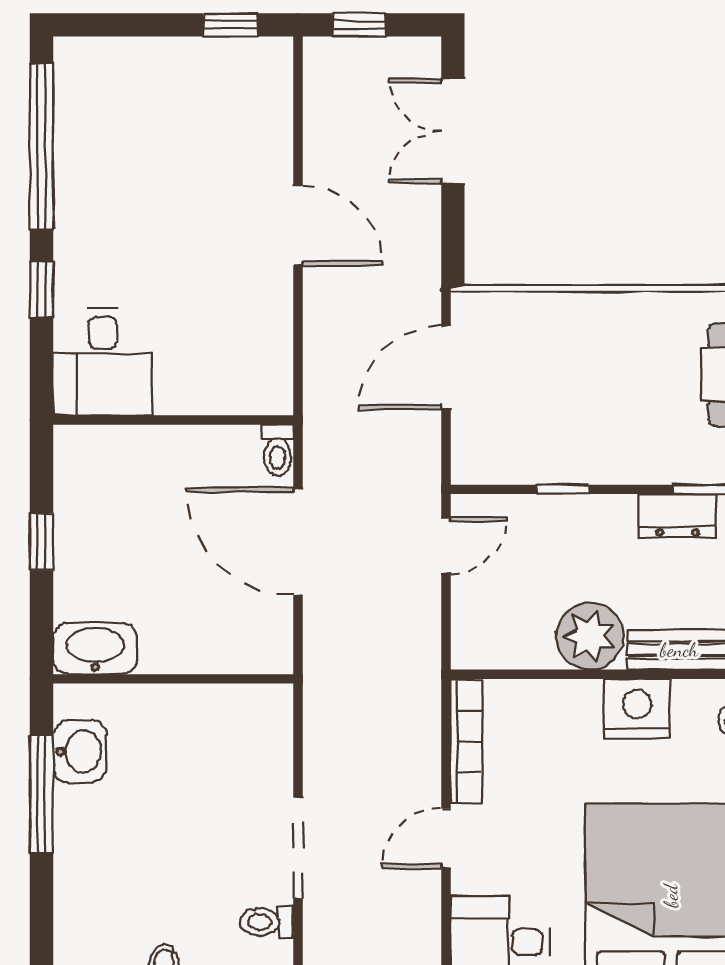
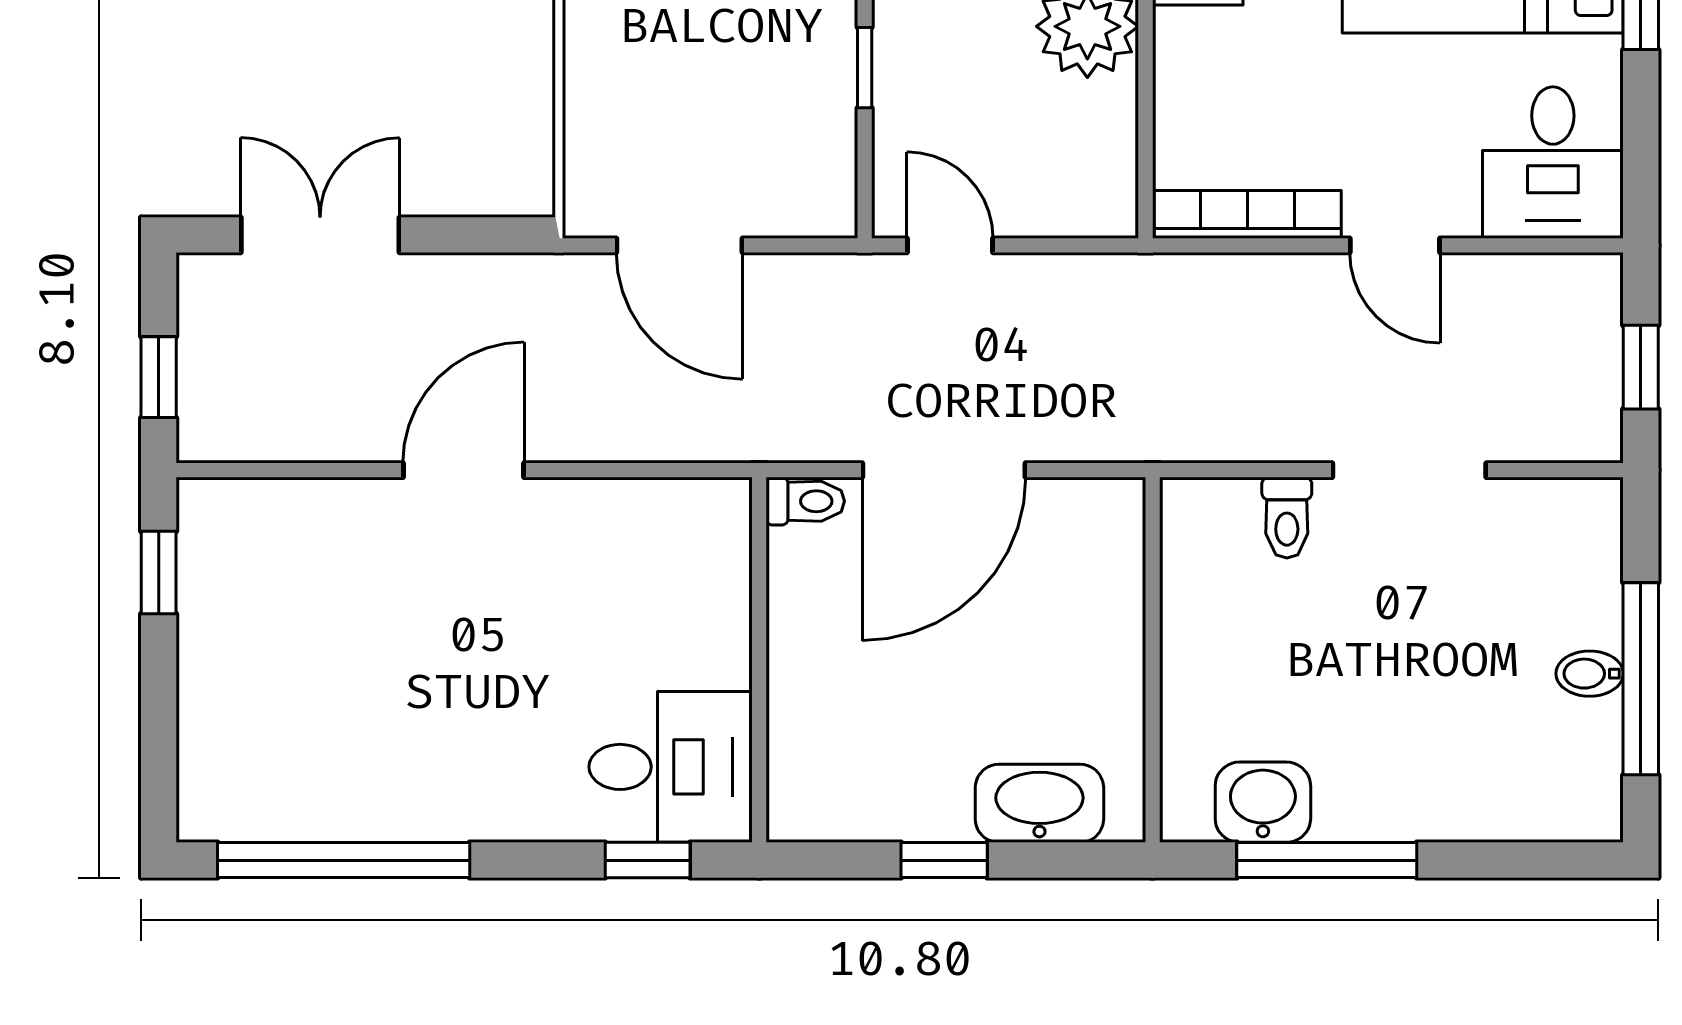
double door: (453, 131) -> (320, 235), swing flipped
window: (41, 290) -> (648, 860), moved
washbasin: (95, 648) -> (1039, 803), moved, turned 90
toilet: (267, 922) -> (1287, 518), moved

